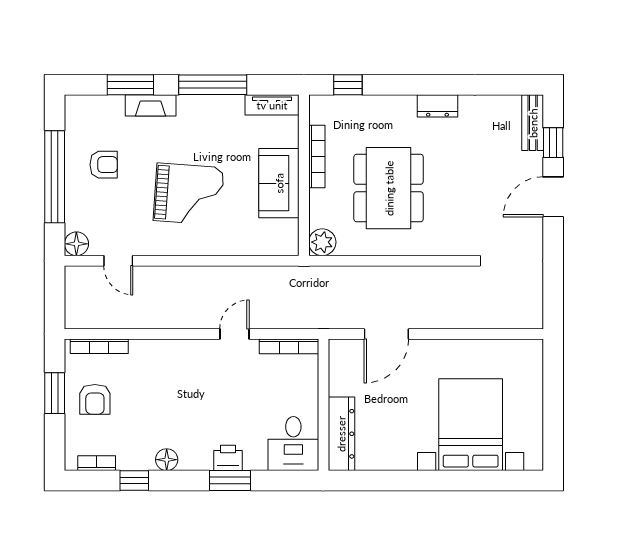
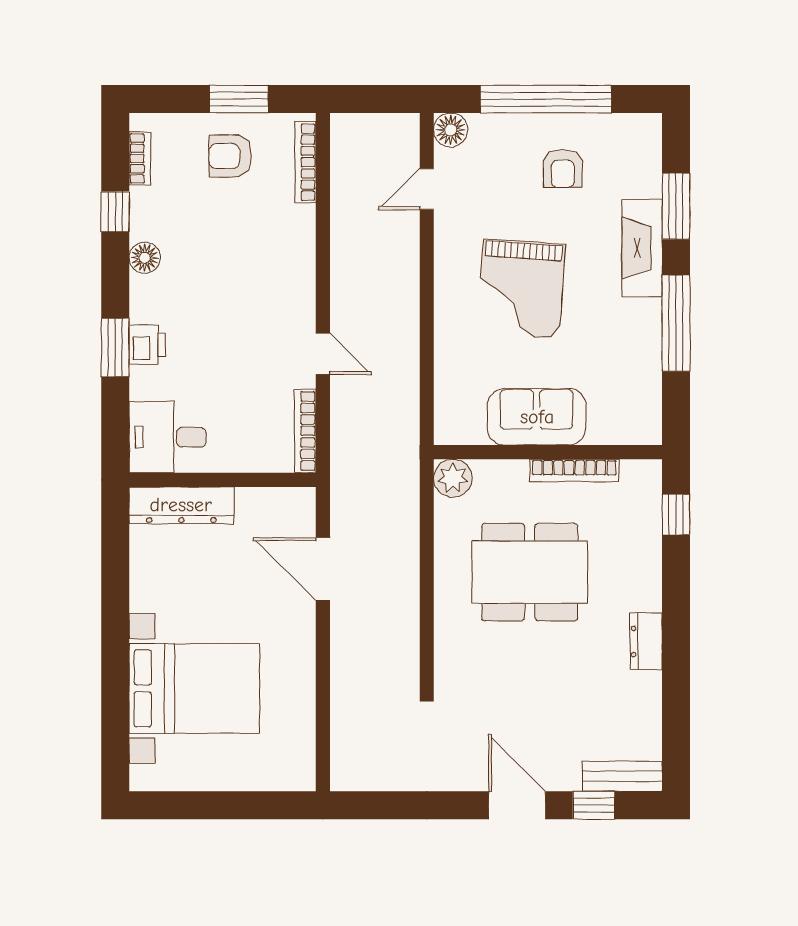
fireplace: (151, 105) -> (642, 248), width x1.37, depth x1.32
tv unit: (272, 105) -> (648, 407), removed

